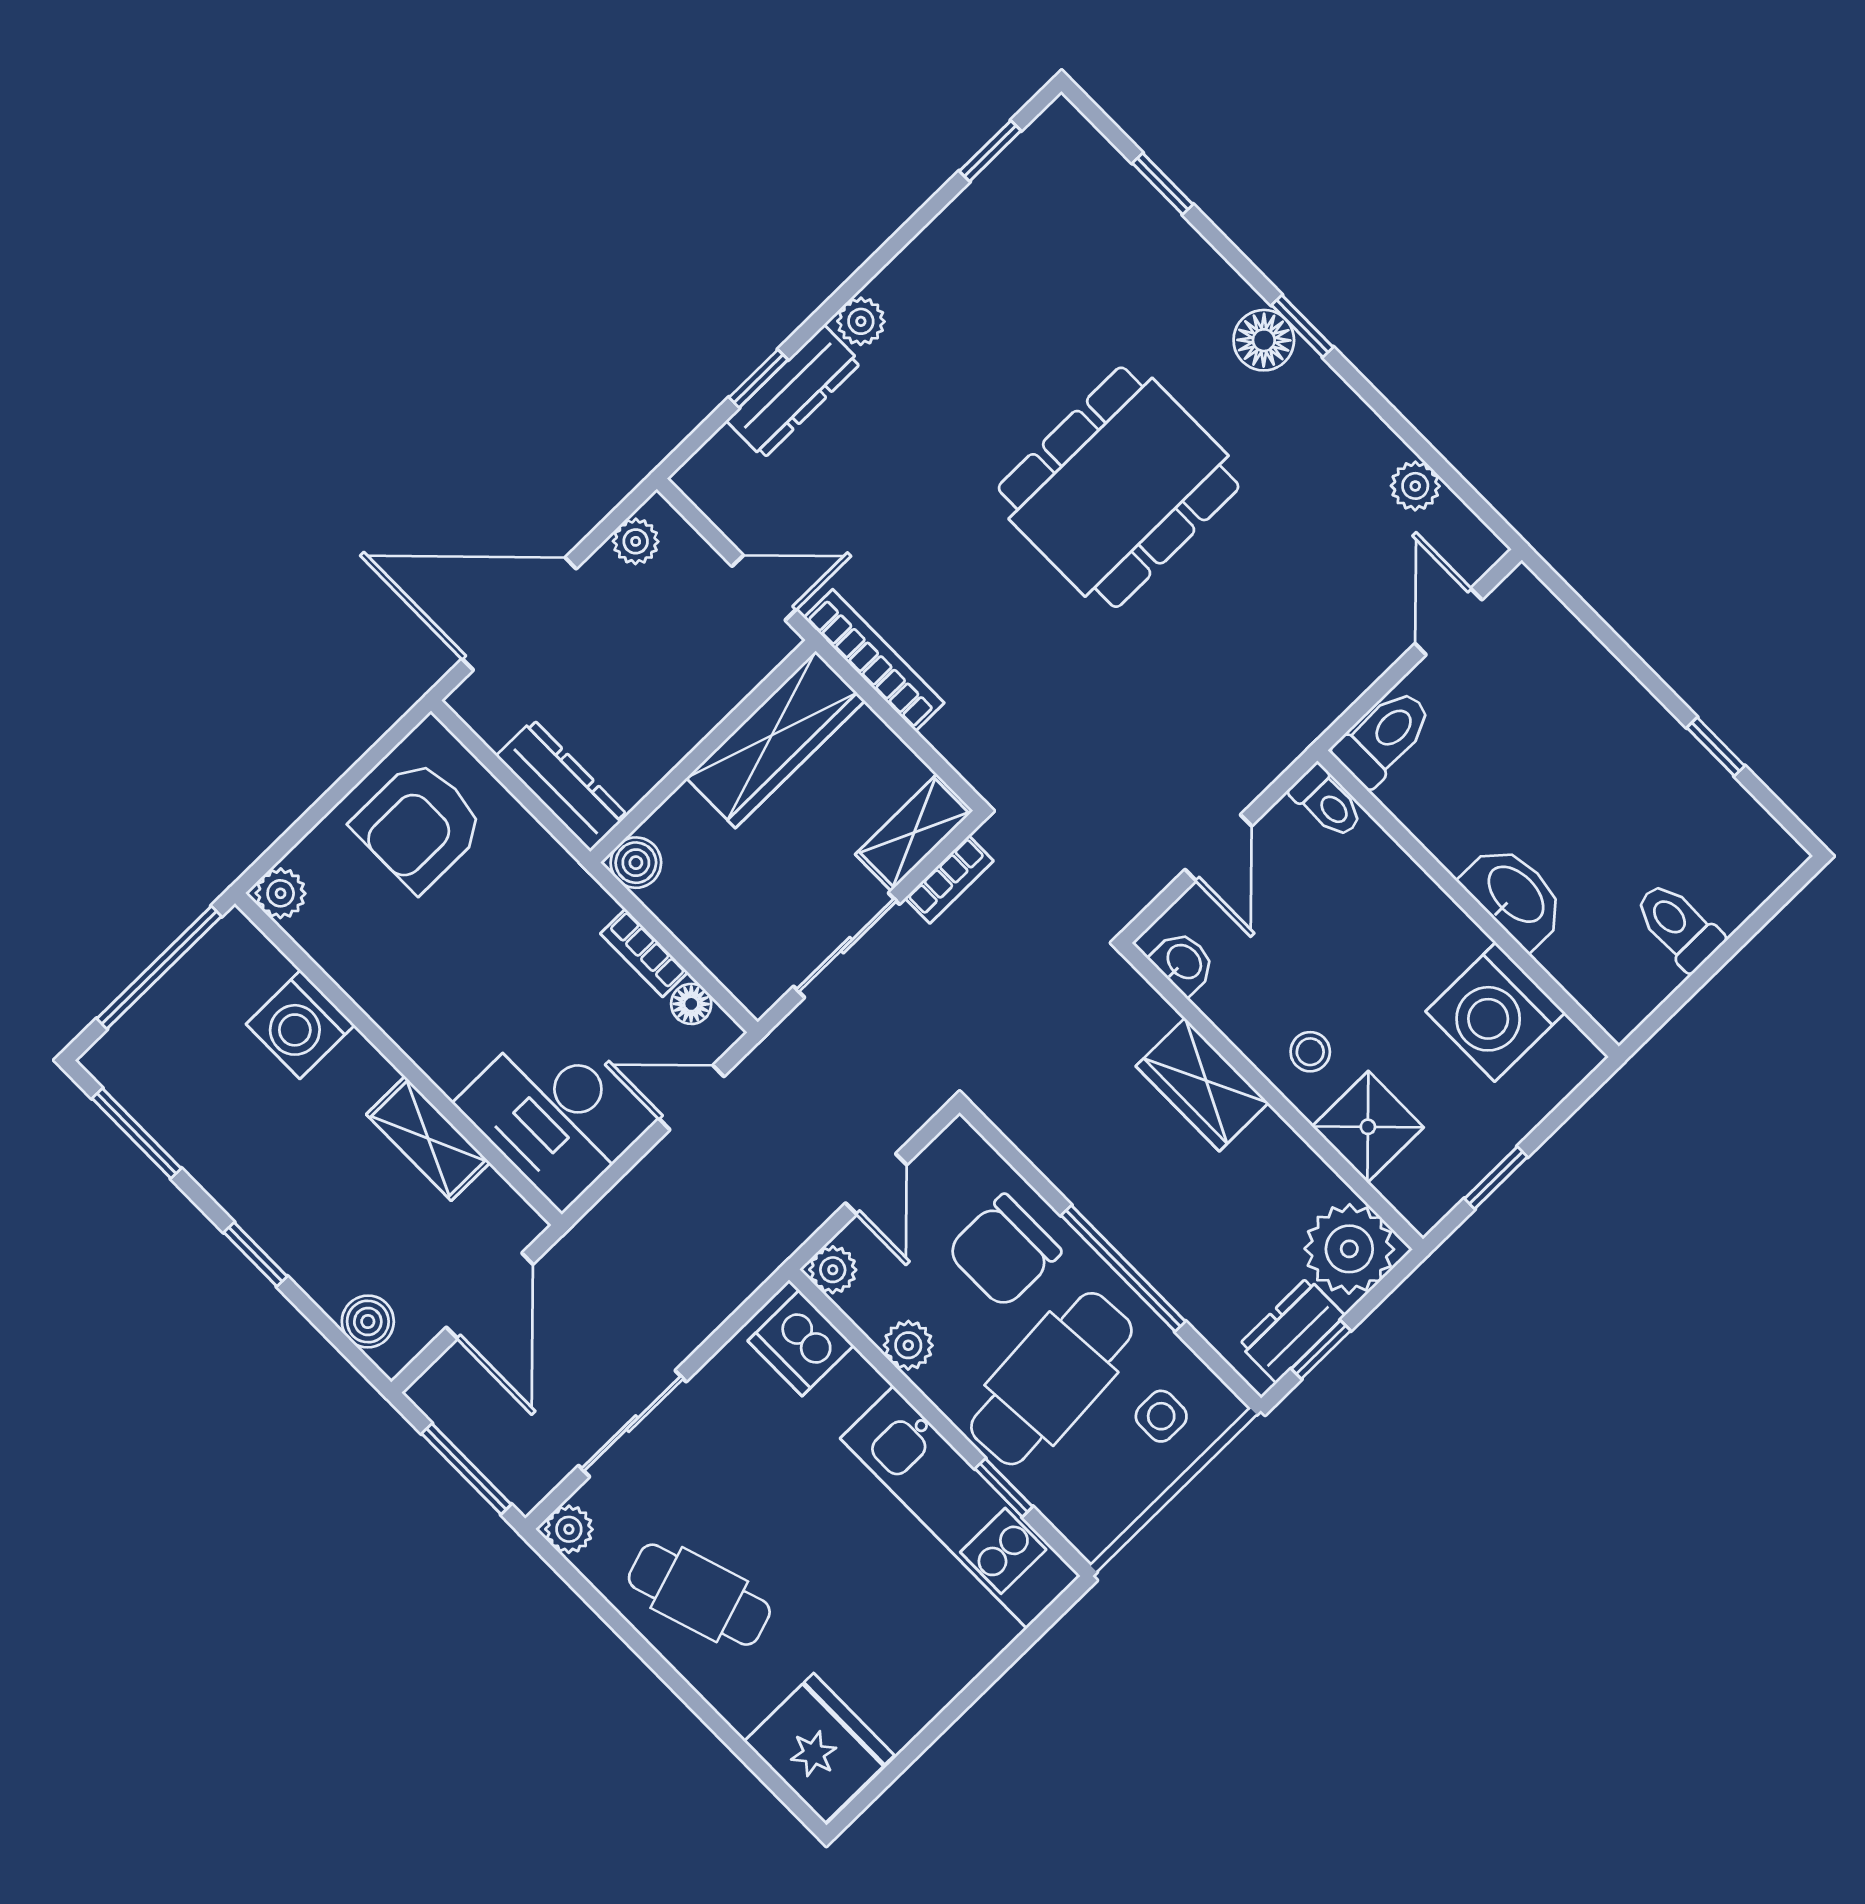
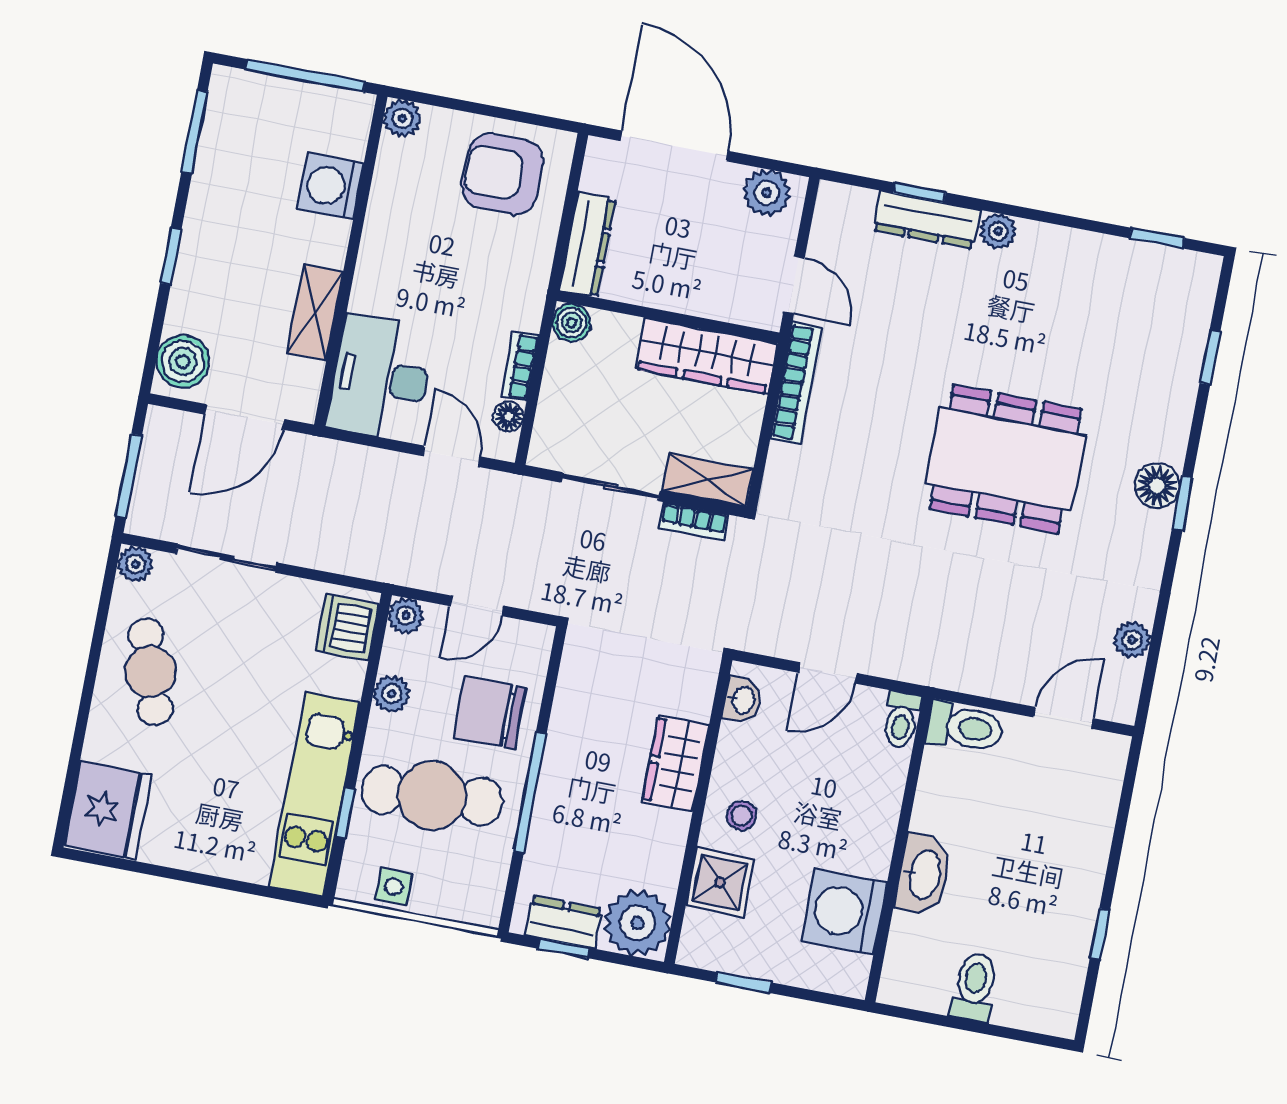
plant: (636, 541) -> (767, 193), width x1.38, depth x1.38
boiler: (368, 1321) -> (183, 361), width x1.36, depth x1.36
side table: (1161, 1416) -> (394, 887), moved

